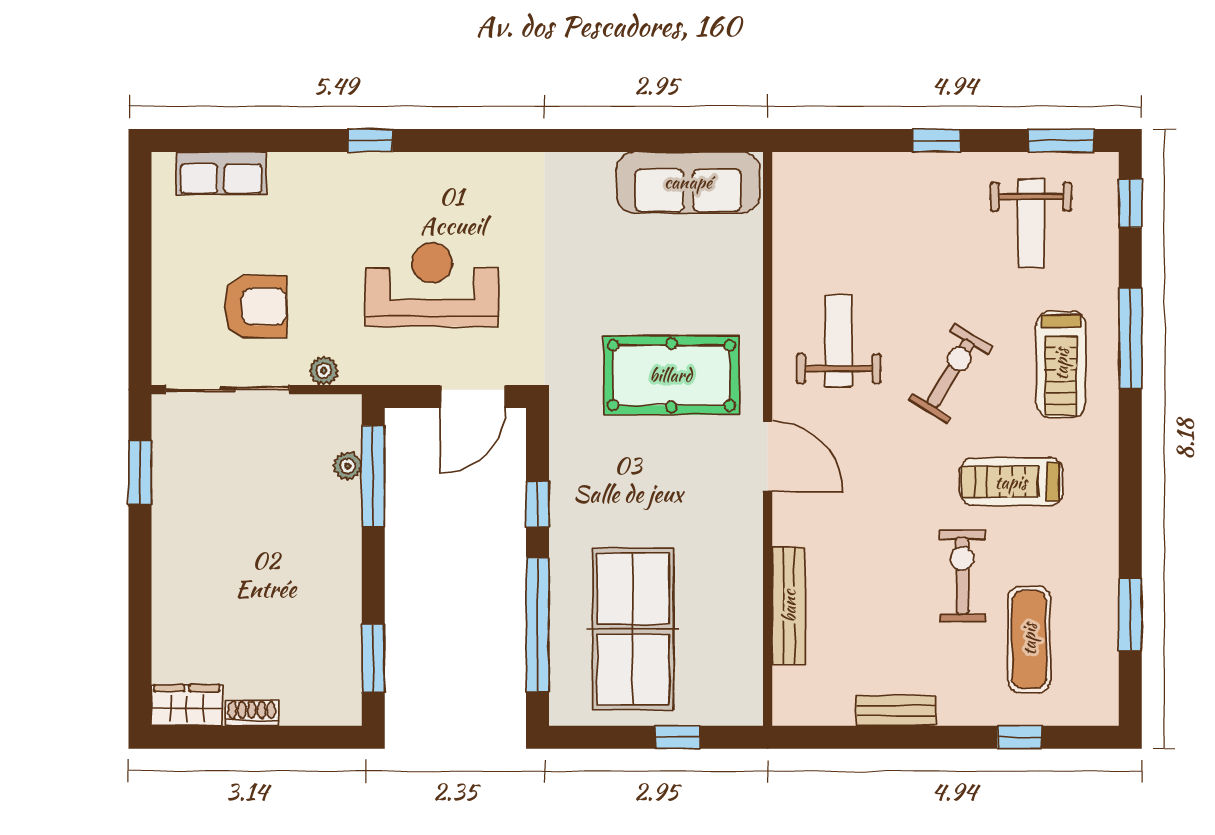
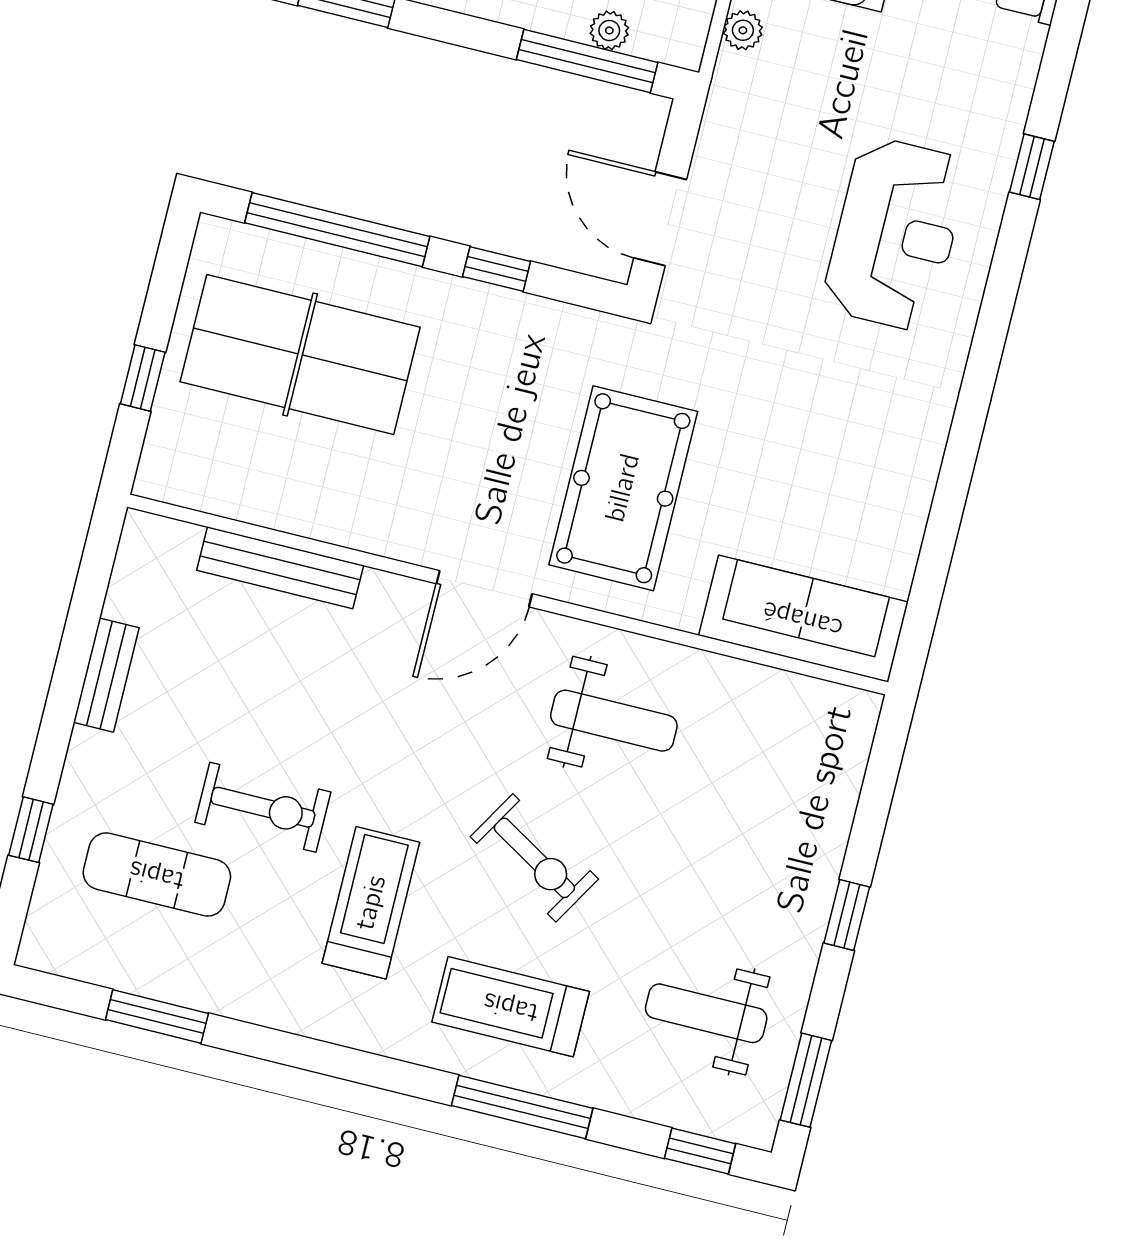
sofa: (688, 182) -> (803, 619), moved, turned 90
reception desk: (432, 284) -> (896, 234), moved

